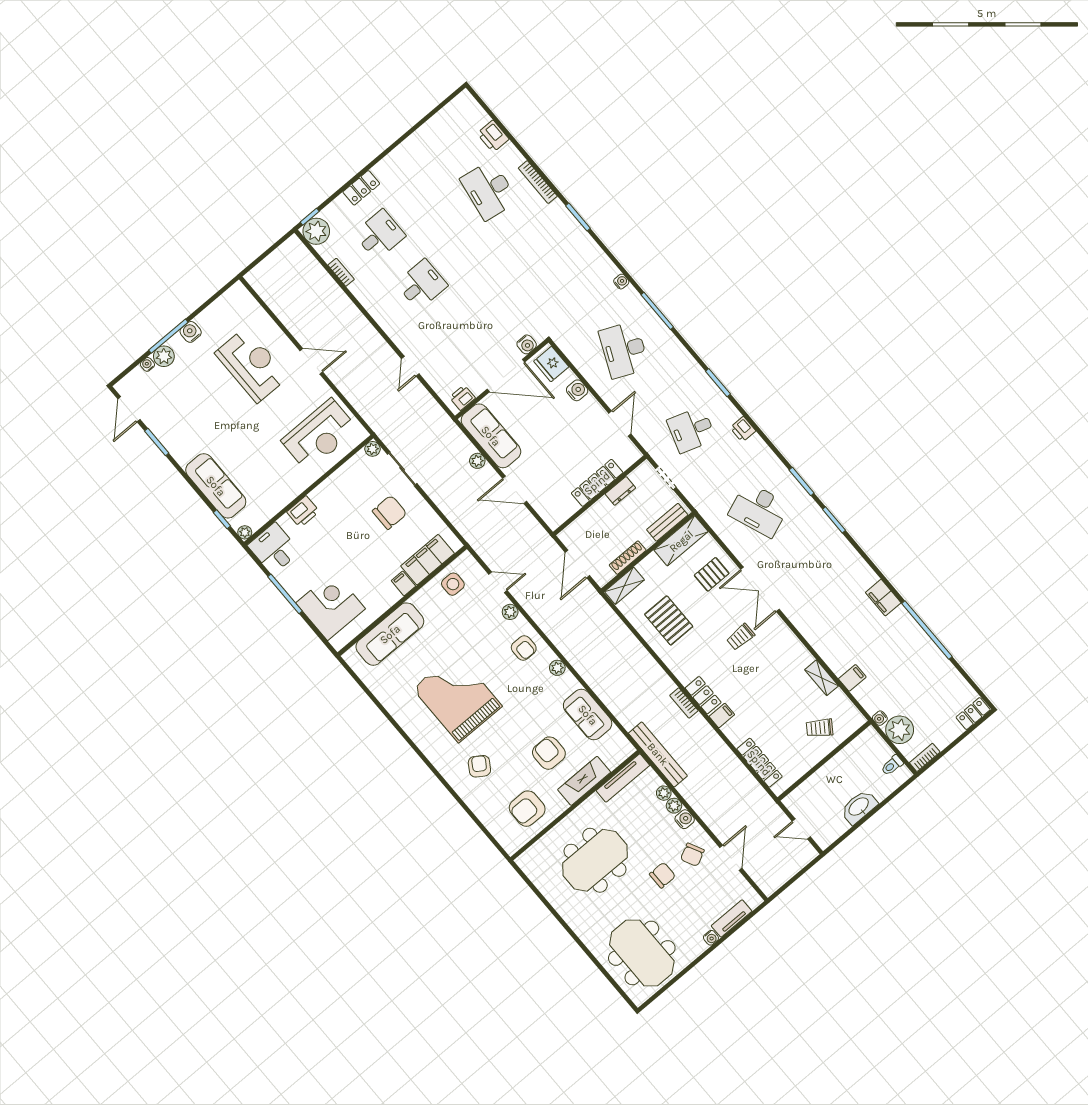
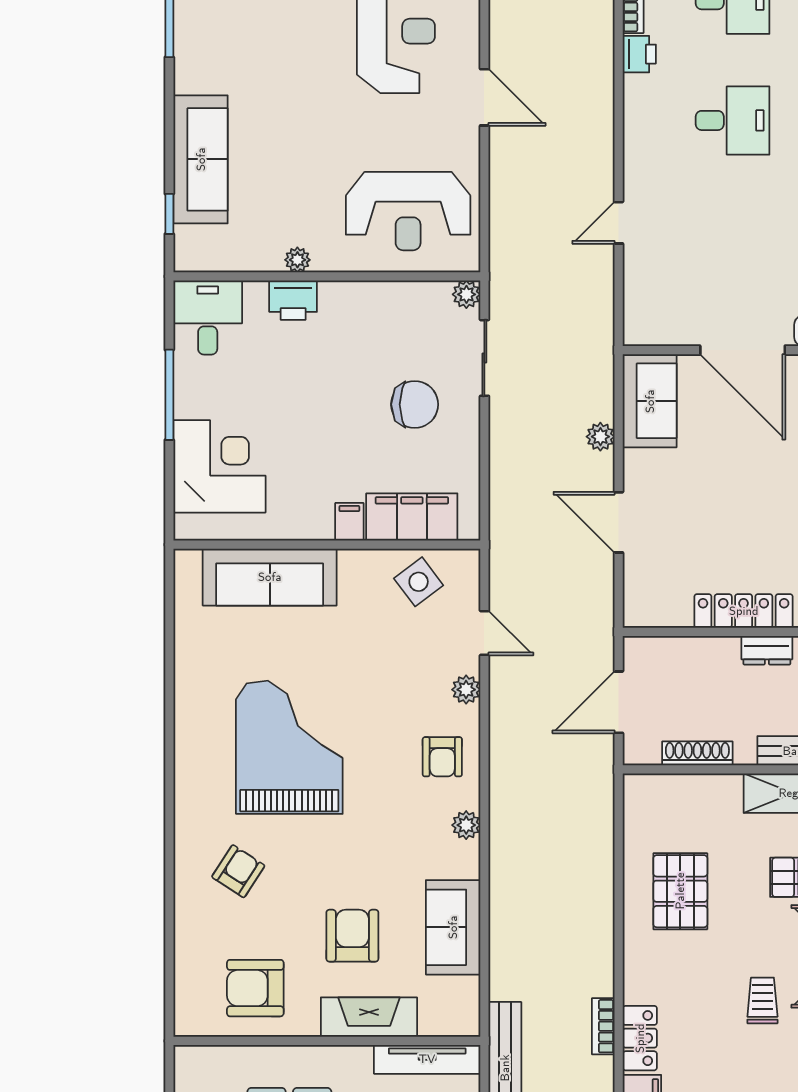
printer: (462, 398) -> (639, 54), moved, turned 90
sofa: (491, 436) -> (650, 401), width x0.73
plant: (245, 532) -> (297, 260), moved
side table: (453, 584) -> (419, 582), turned -37
shelving: (624, 586) -> (659, 789), removed
trolley: (741, 637) -> (762, 1000), turned 90

